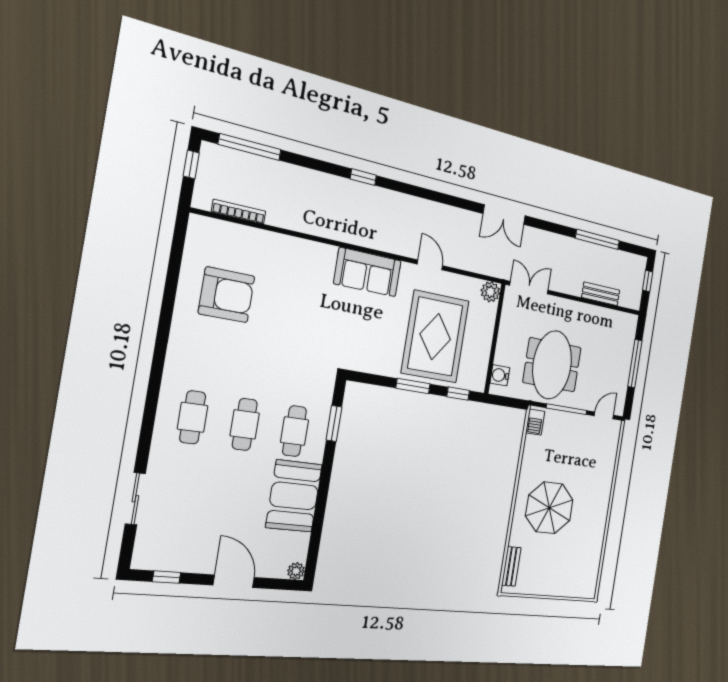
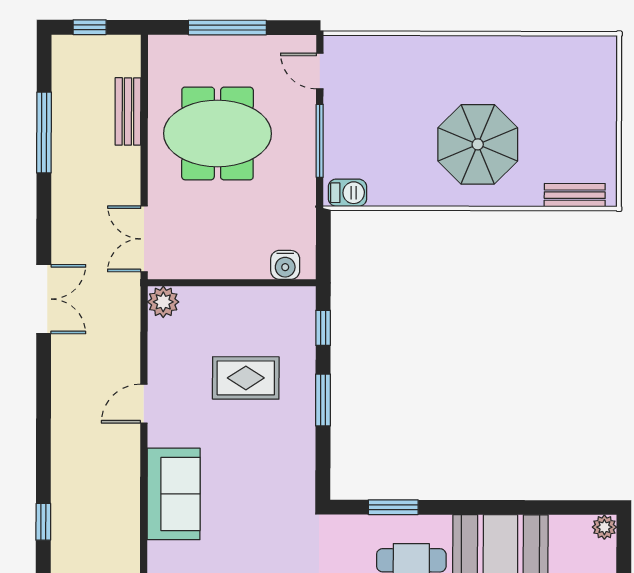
rug: (435, 337) -> (246, 378), width x0.54, depth x0.49
meeting table: (552, 365) -> (217, 133), moved

